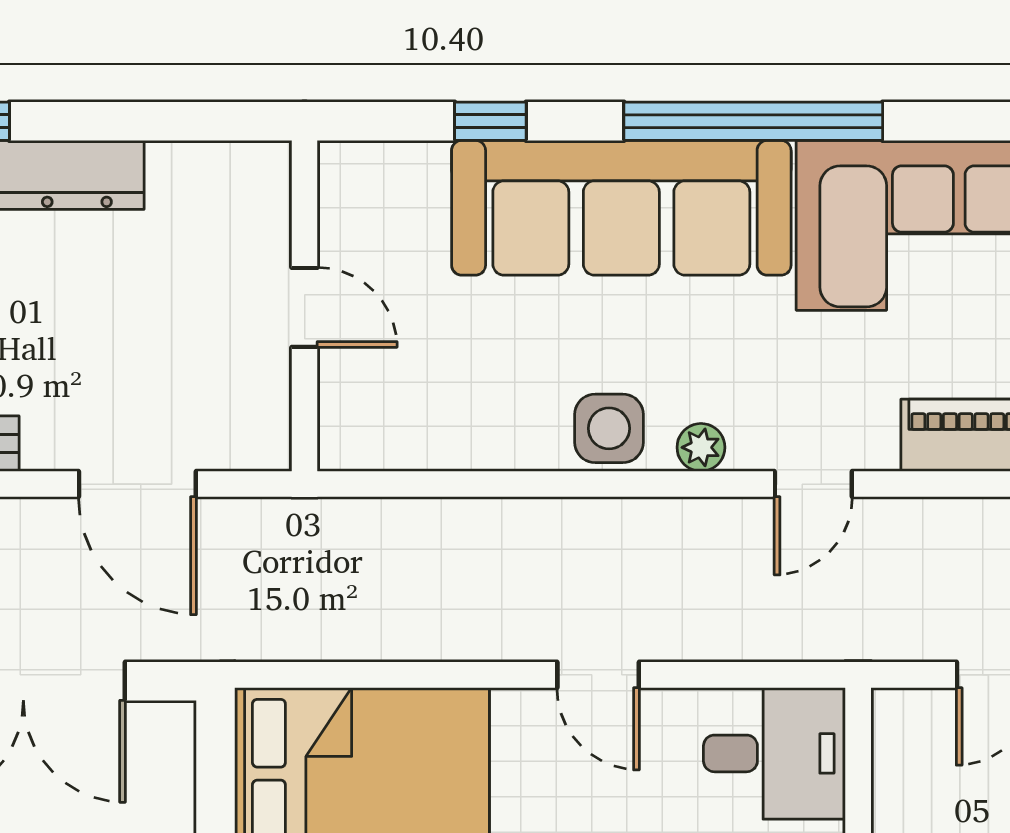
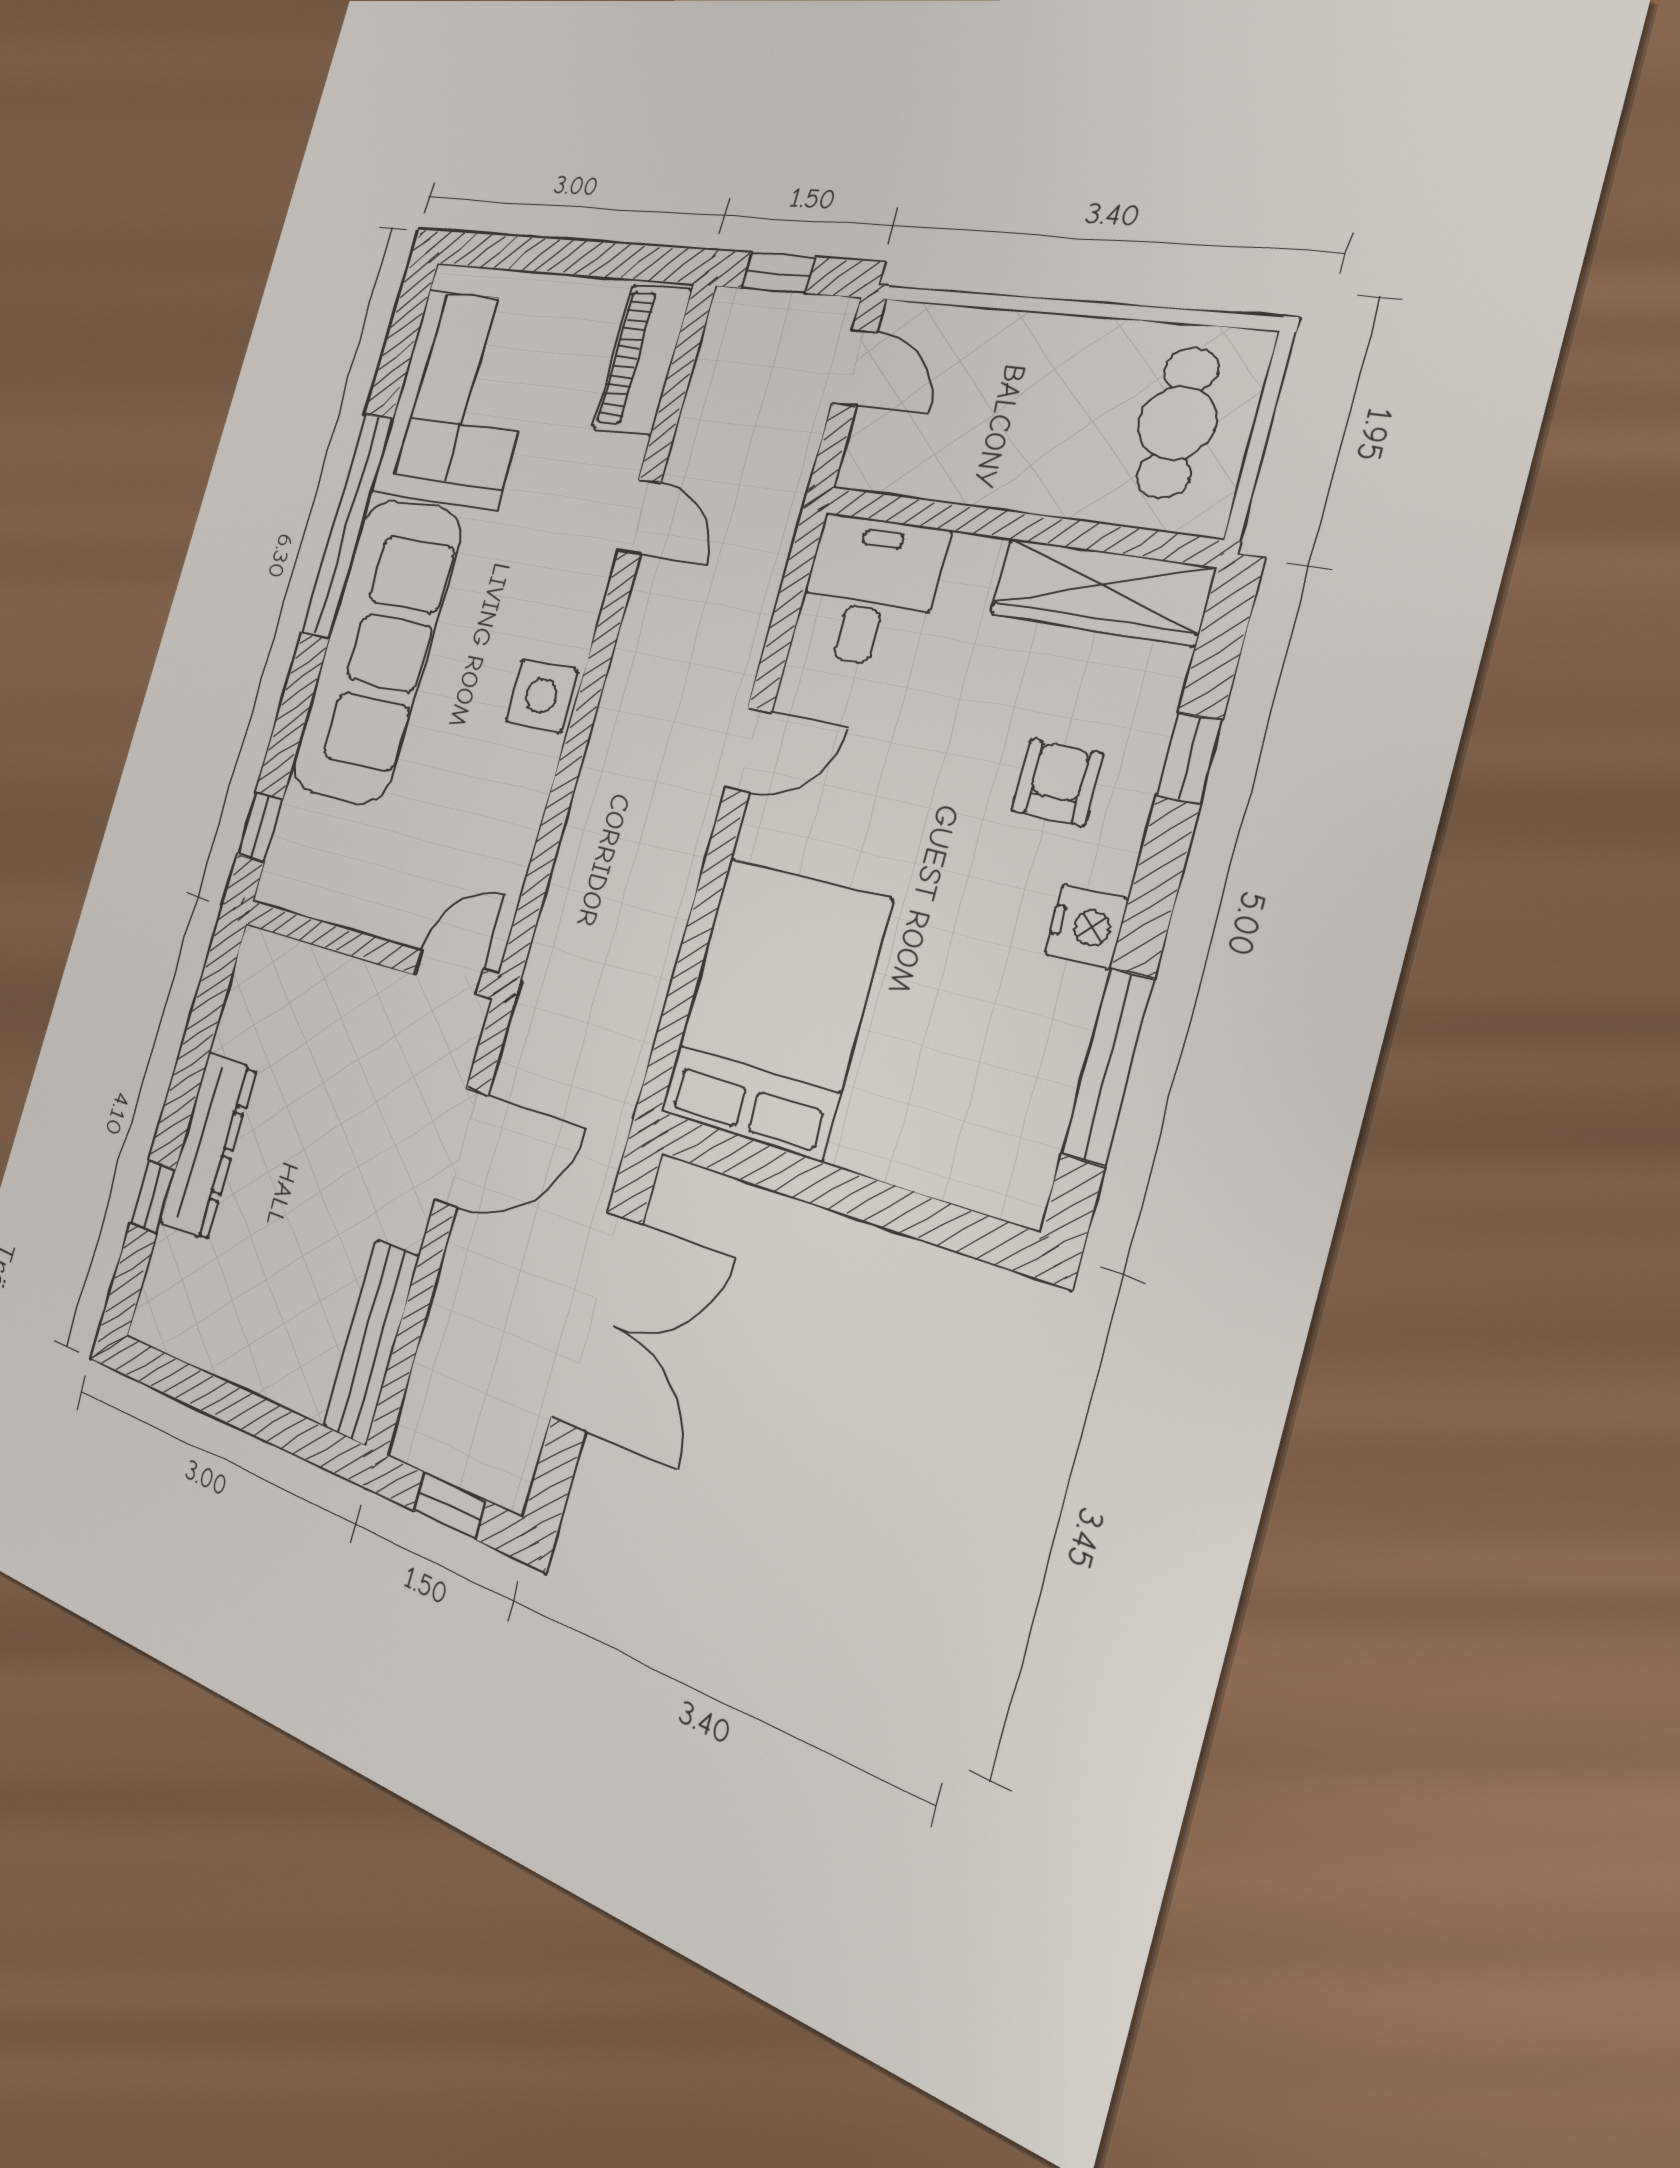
window: (490, 121) -> (260, 827), moved
door: (305, 307) -> (449, 972), moved
plant: (701, 447) -> (580, 615), removed

